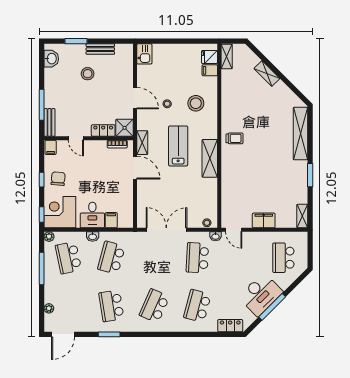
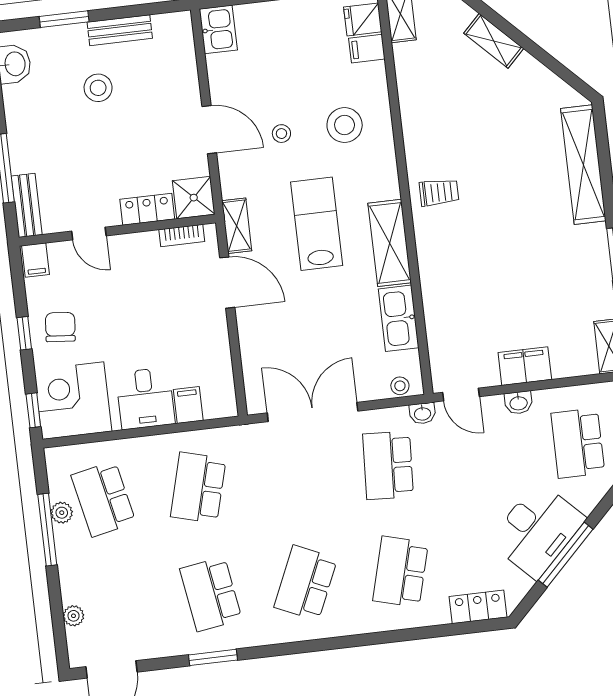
kitchen sink: (210, 193) -> (399, 318), added
plant: (49, 237) -> (62, 513), moved
washbasin: (93, 237) -> (519, 403), moved

